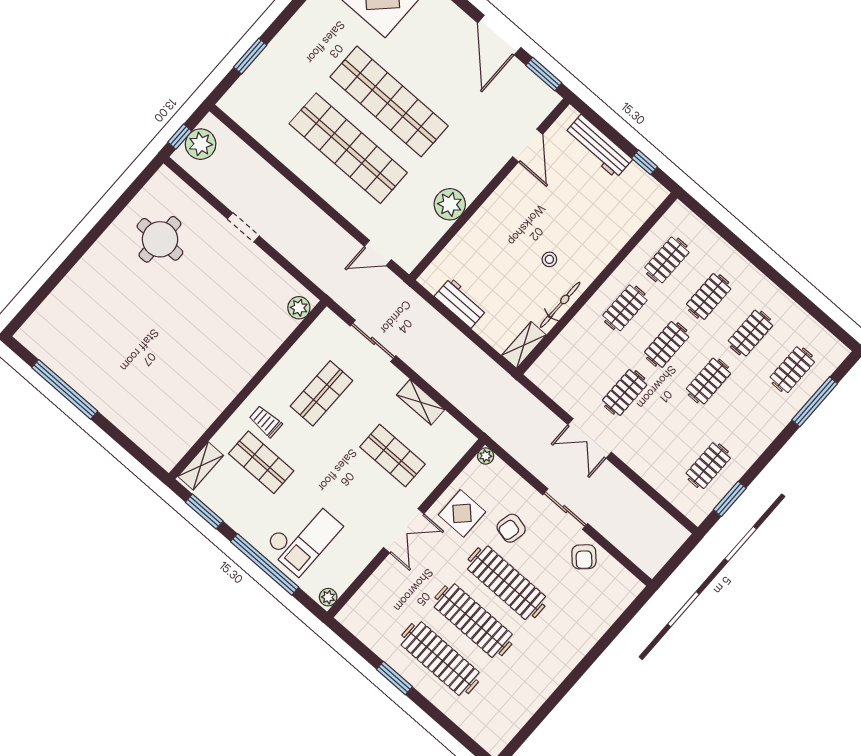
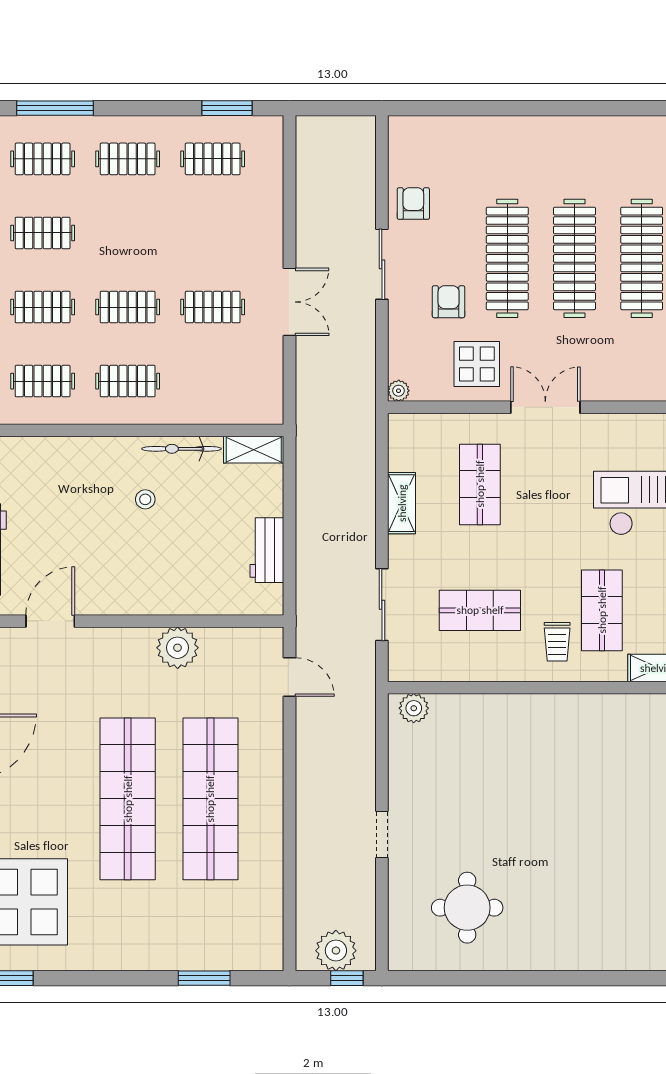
clothes rail: (708, 381) -> (128, 159), moved
armchair: (511, 528) -> (449, 302), turned -103
armchair: (584, 557) -> (413, 204), turned -47

